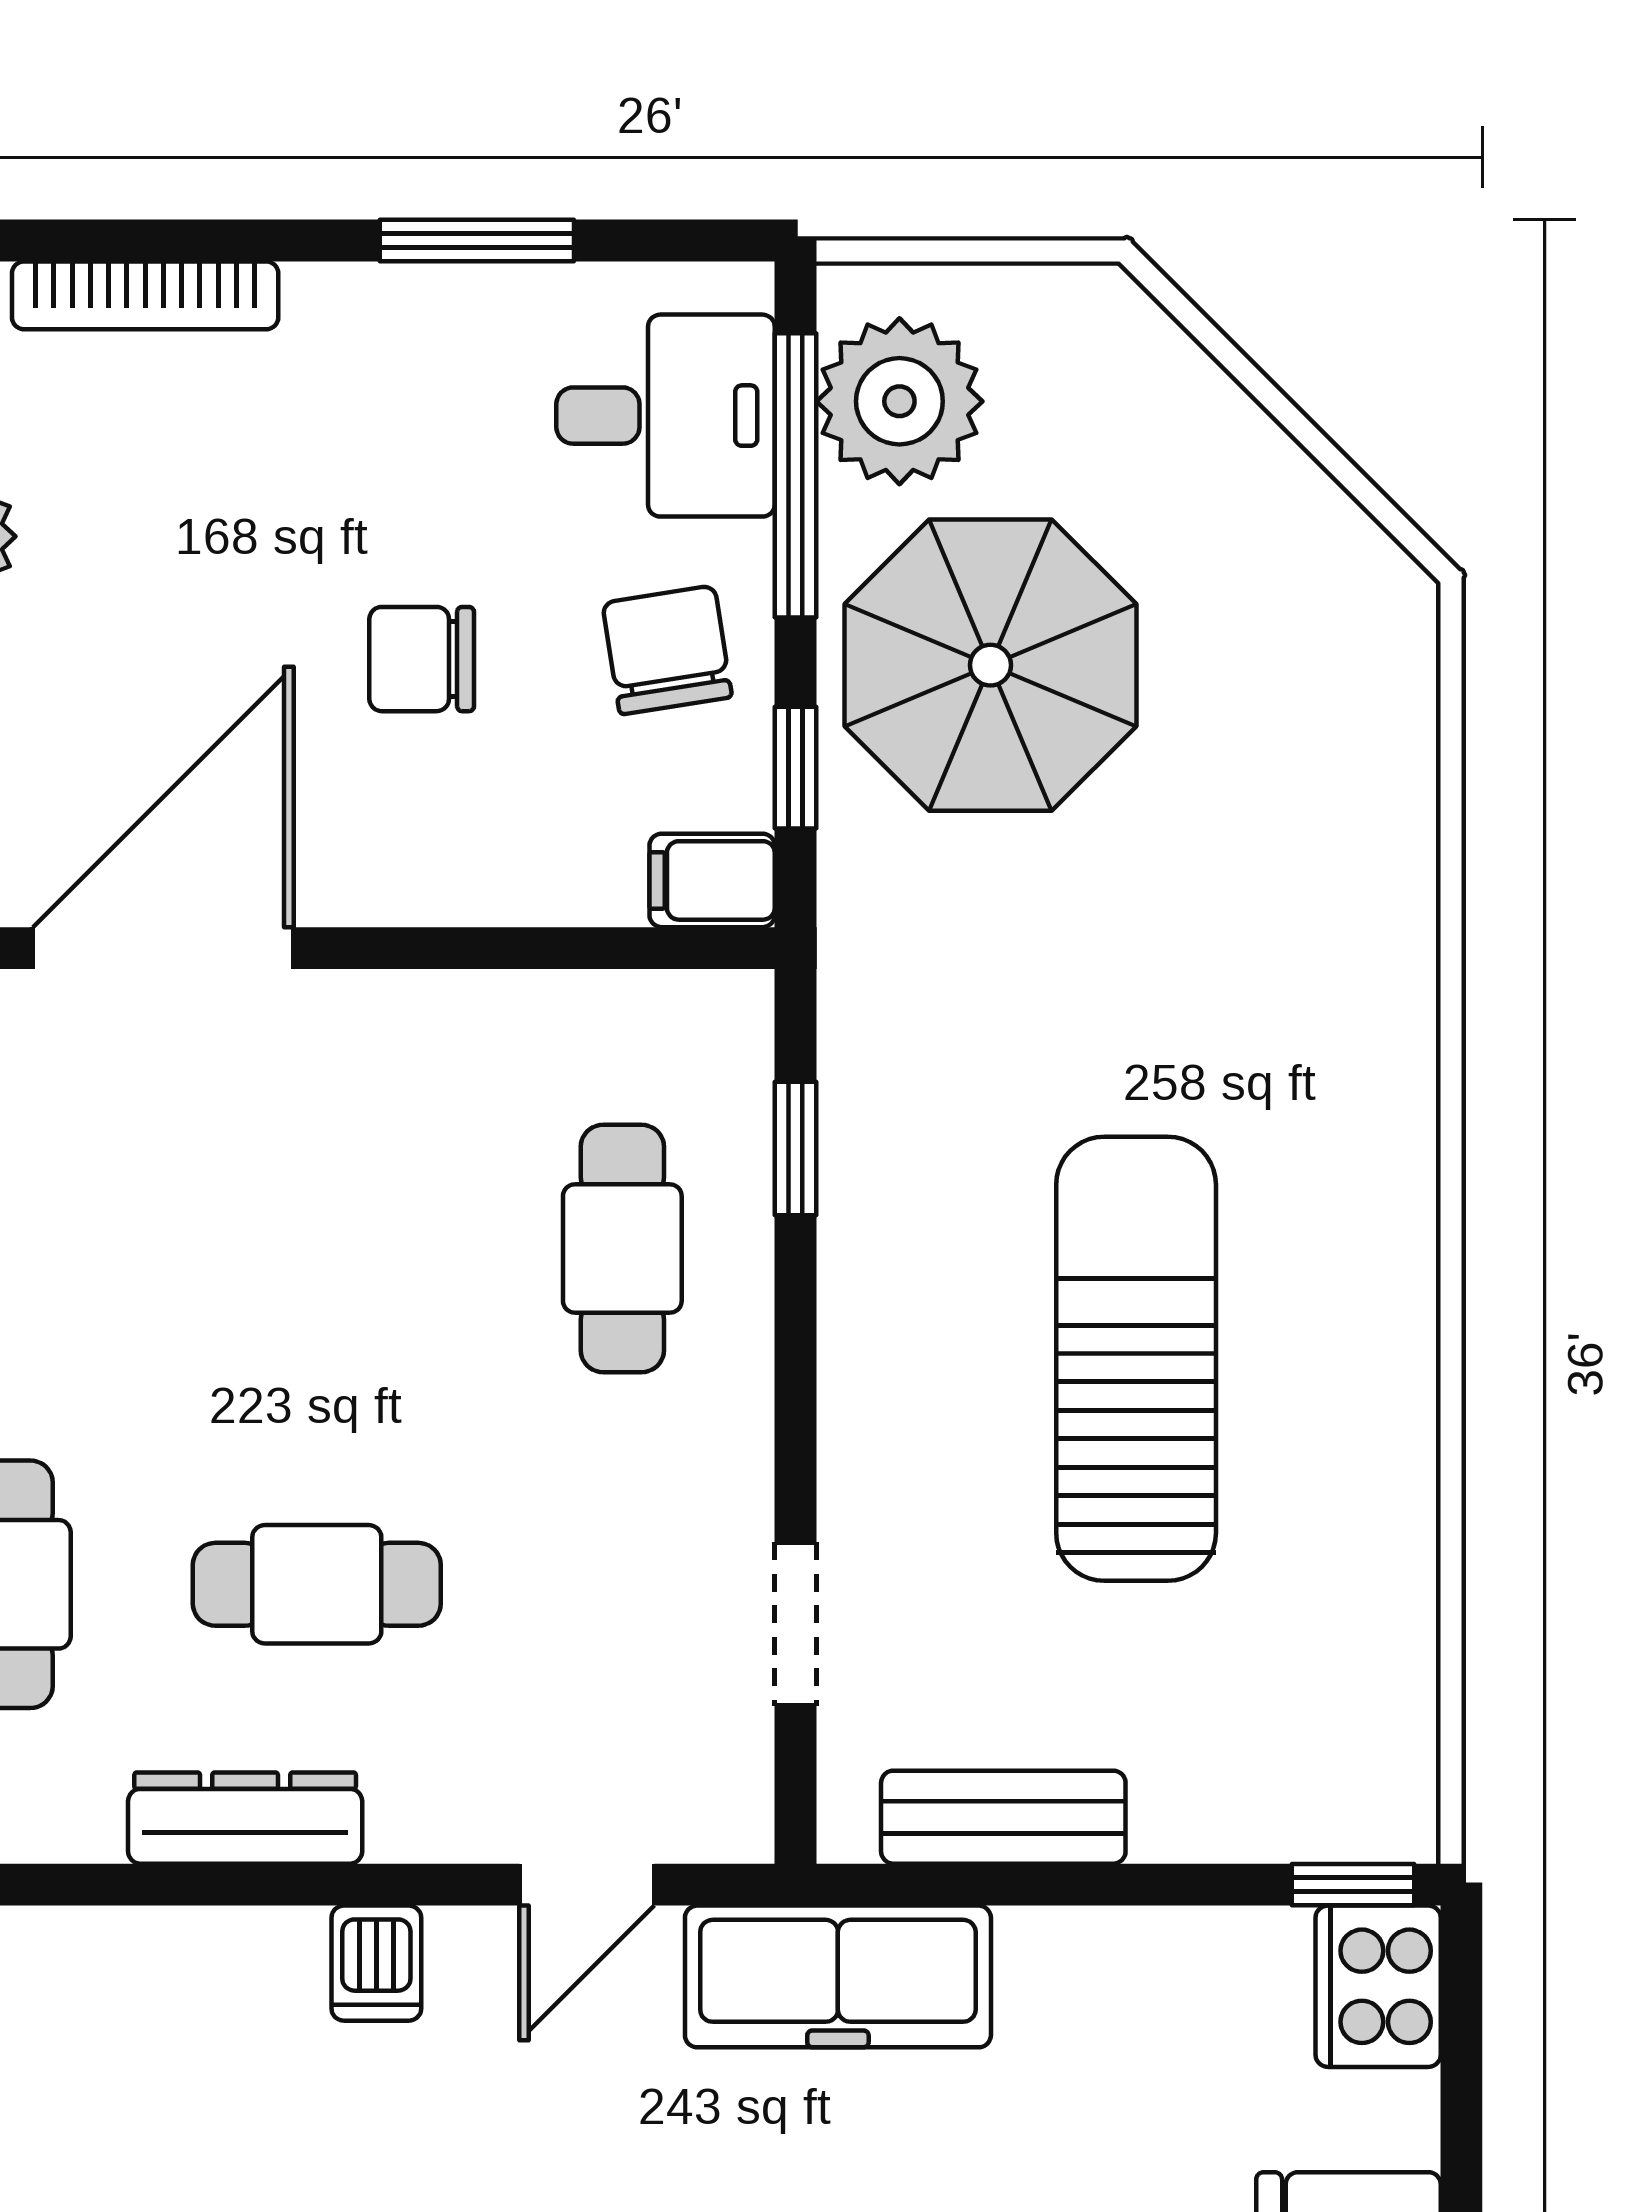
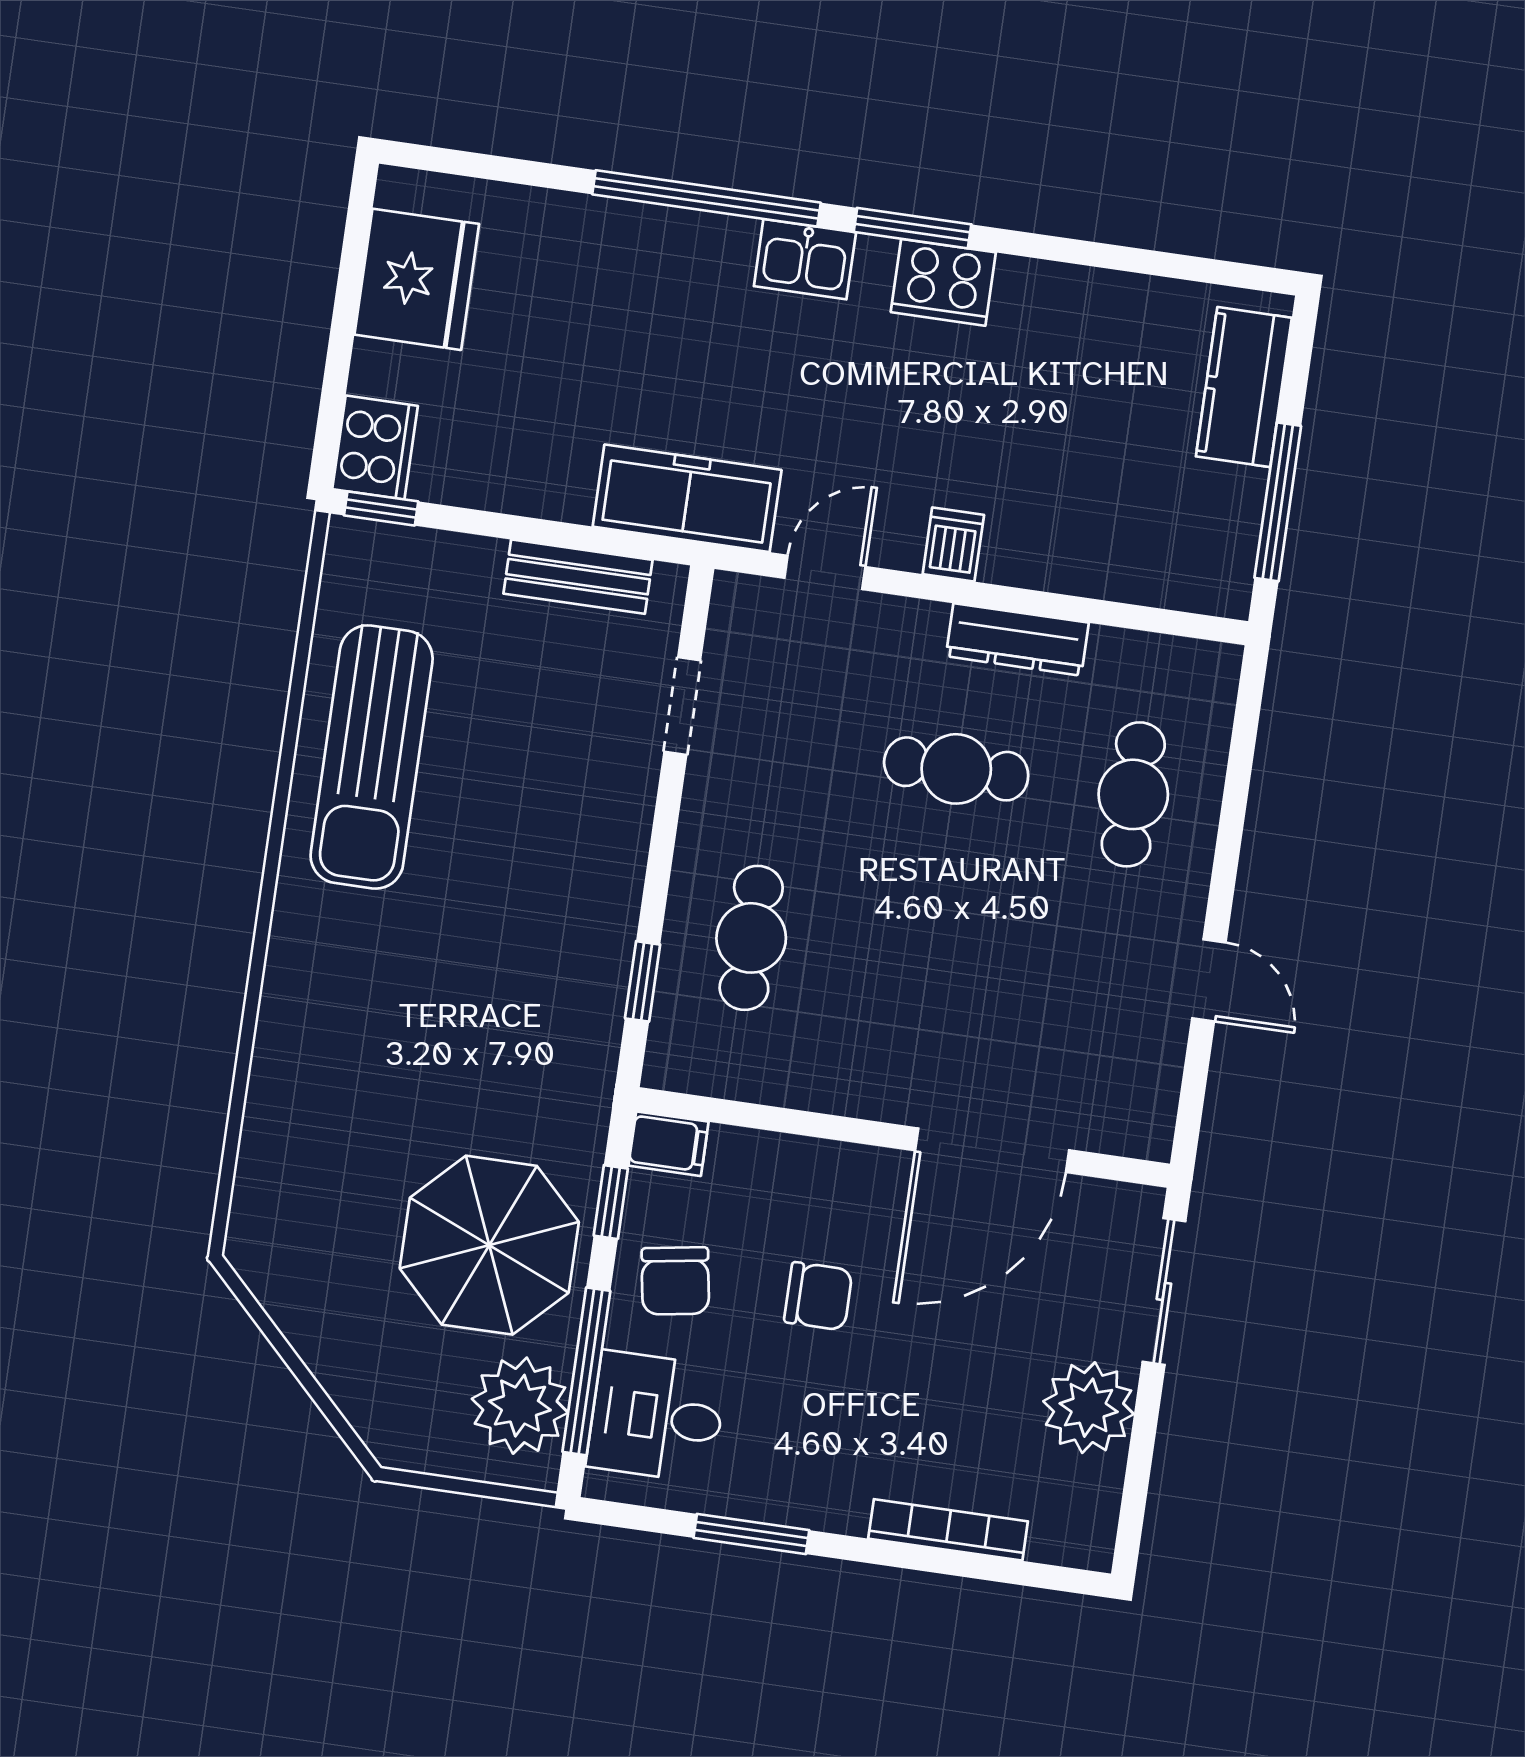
sun lounger: (1136, 1359) -> (372, 757), moved

